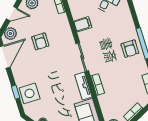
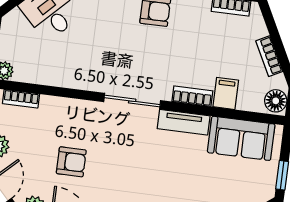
filing cabinet: (83, 24) -> (226, 93), moved

